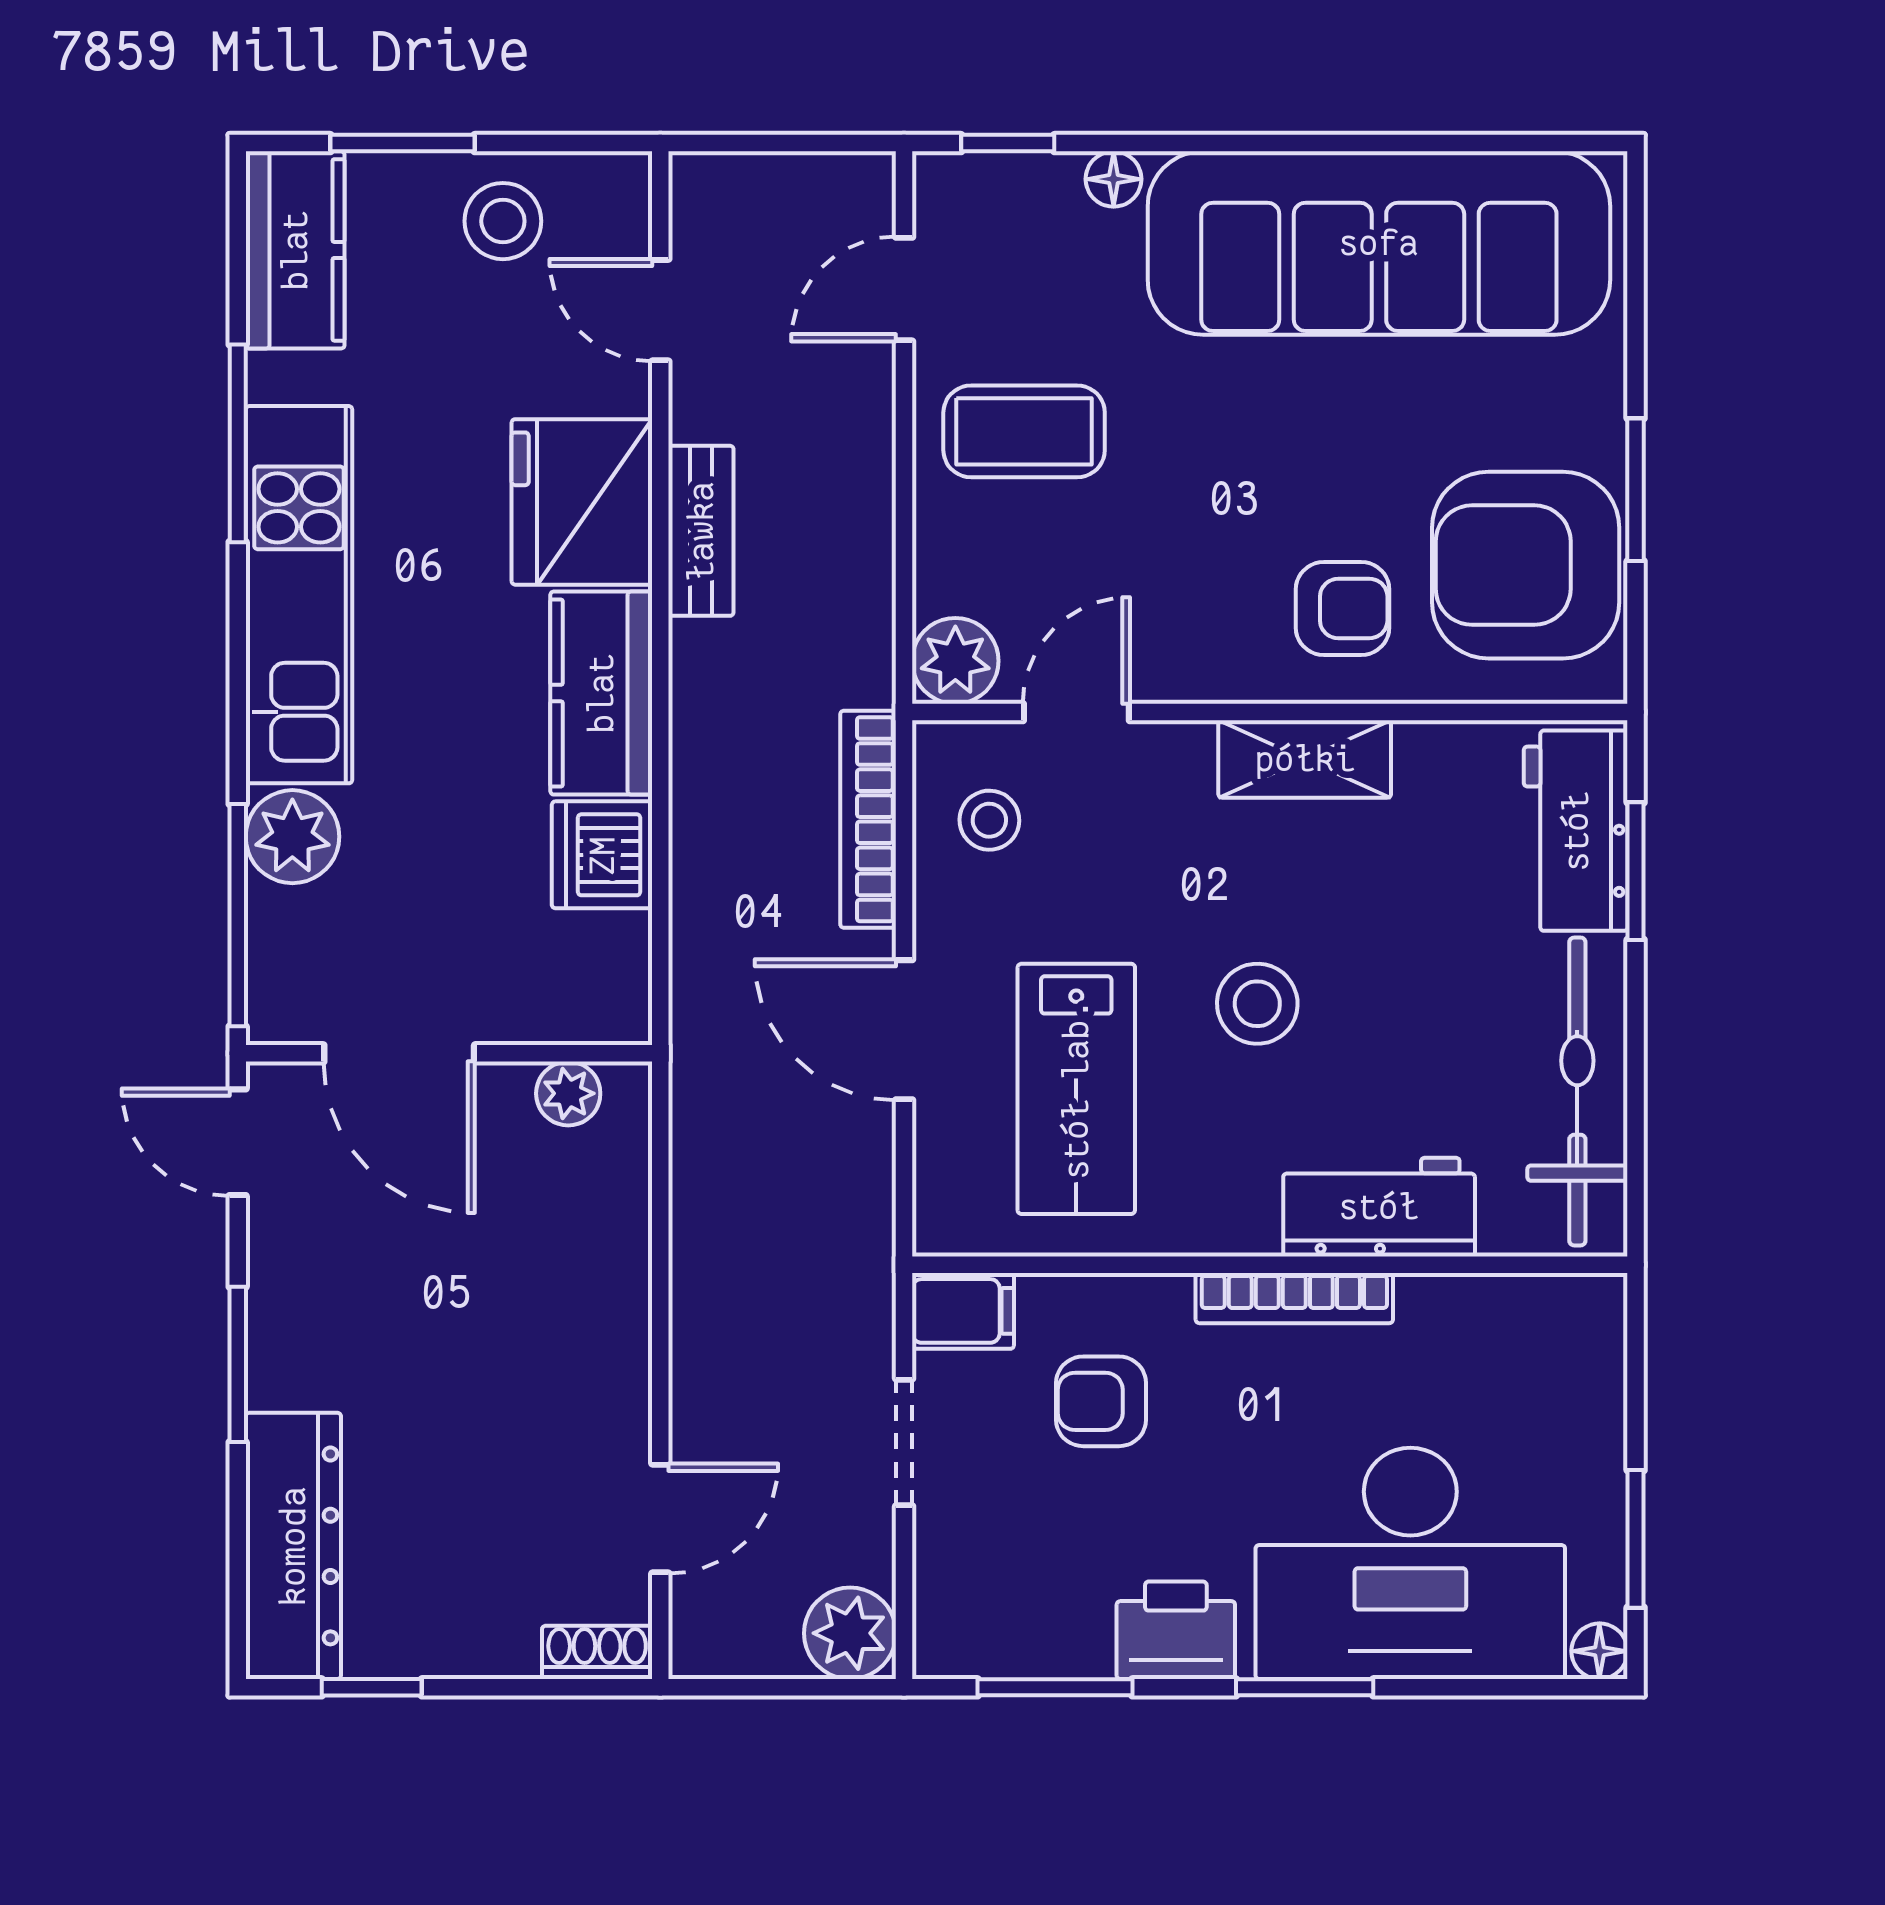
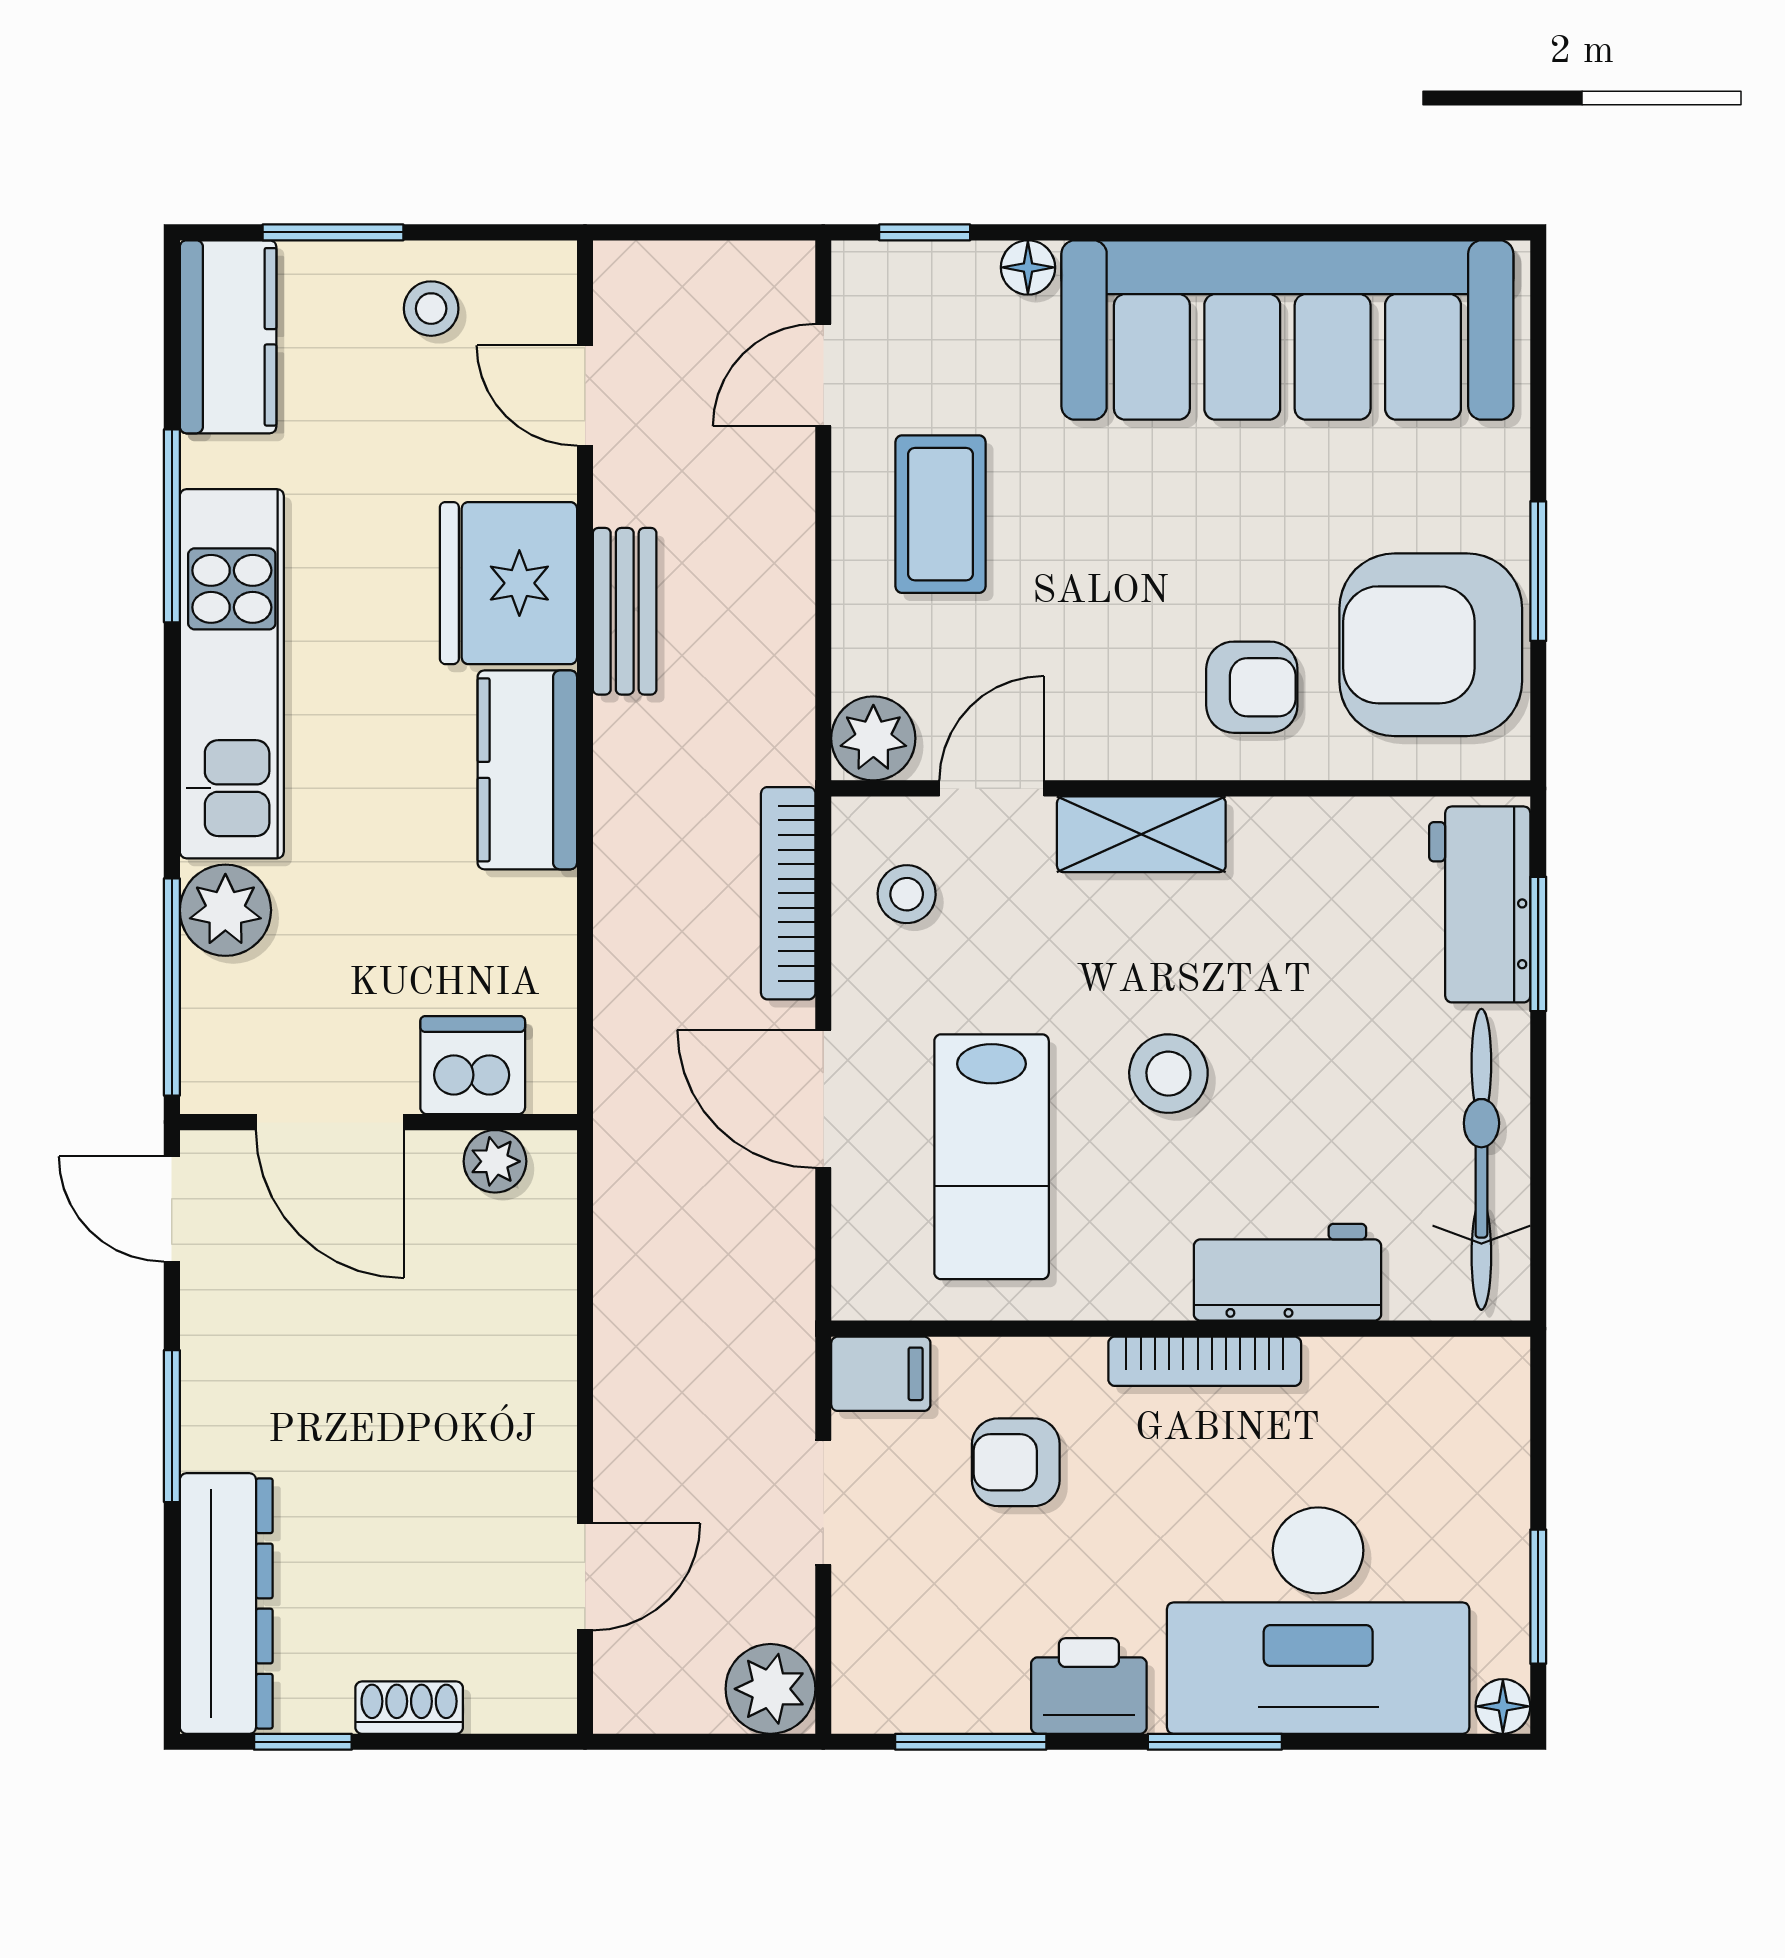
stool: (503, 221) -> (431, 309), width x0.73, depth x0.73
coffee table: (1024, 431) -> (941, 514), turned 90
shelving: (1305, 759) -> (1141, 834), moved
dishwasher: (602, 855) -> (473, 1065), moved, turned 90
shoe rack: (597, 1652) -> (409, 1708), moved

